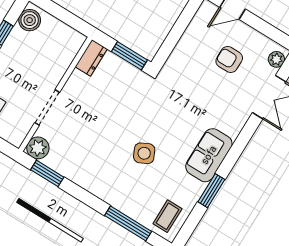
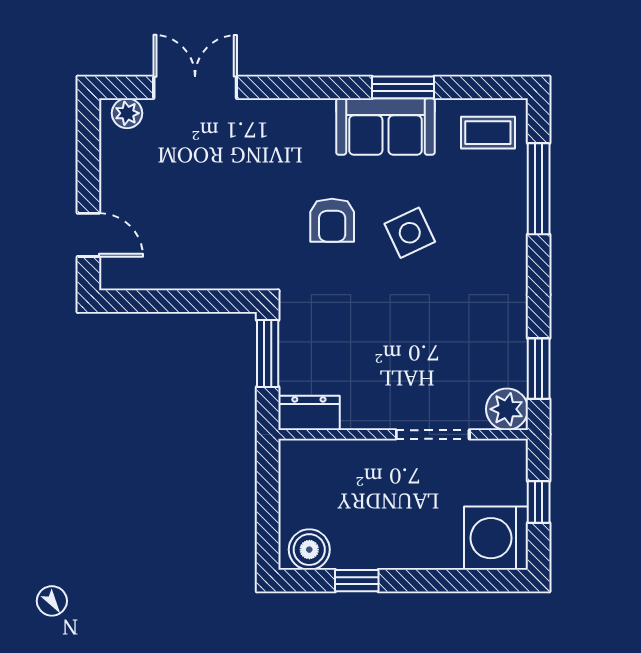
armchair: (229, 60) -> (332, 220), moved
sofa: (209, 155) -> (385, 127), moved

